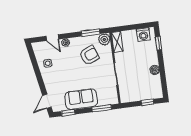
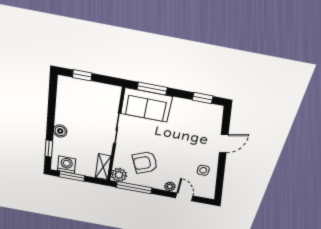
window: (137, 26) -> (72, 176), added
window: (90, 33) -> (134, 188), width x1.44
boiler: (155, 70) -> (60, 131), moved
sofa: (81, 99) -> (146, 105), moved
door: (47, 101) -> (224, 144), moved

